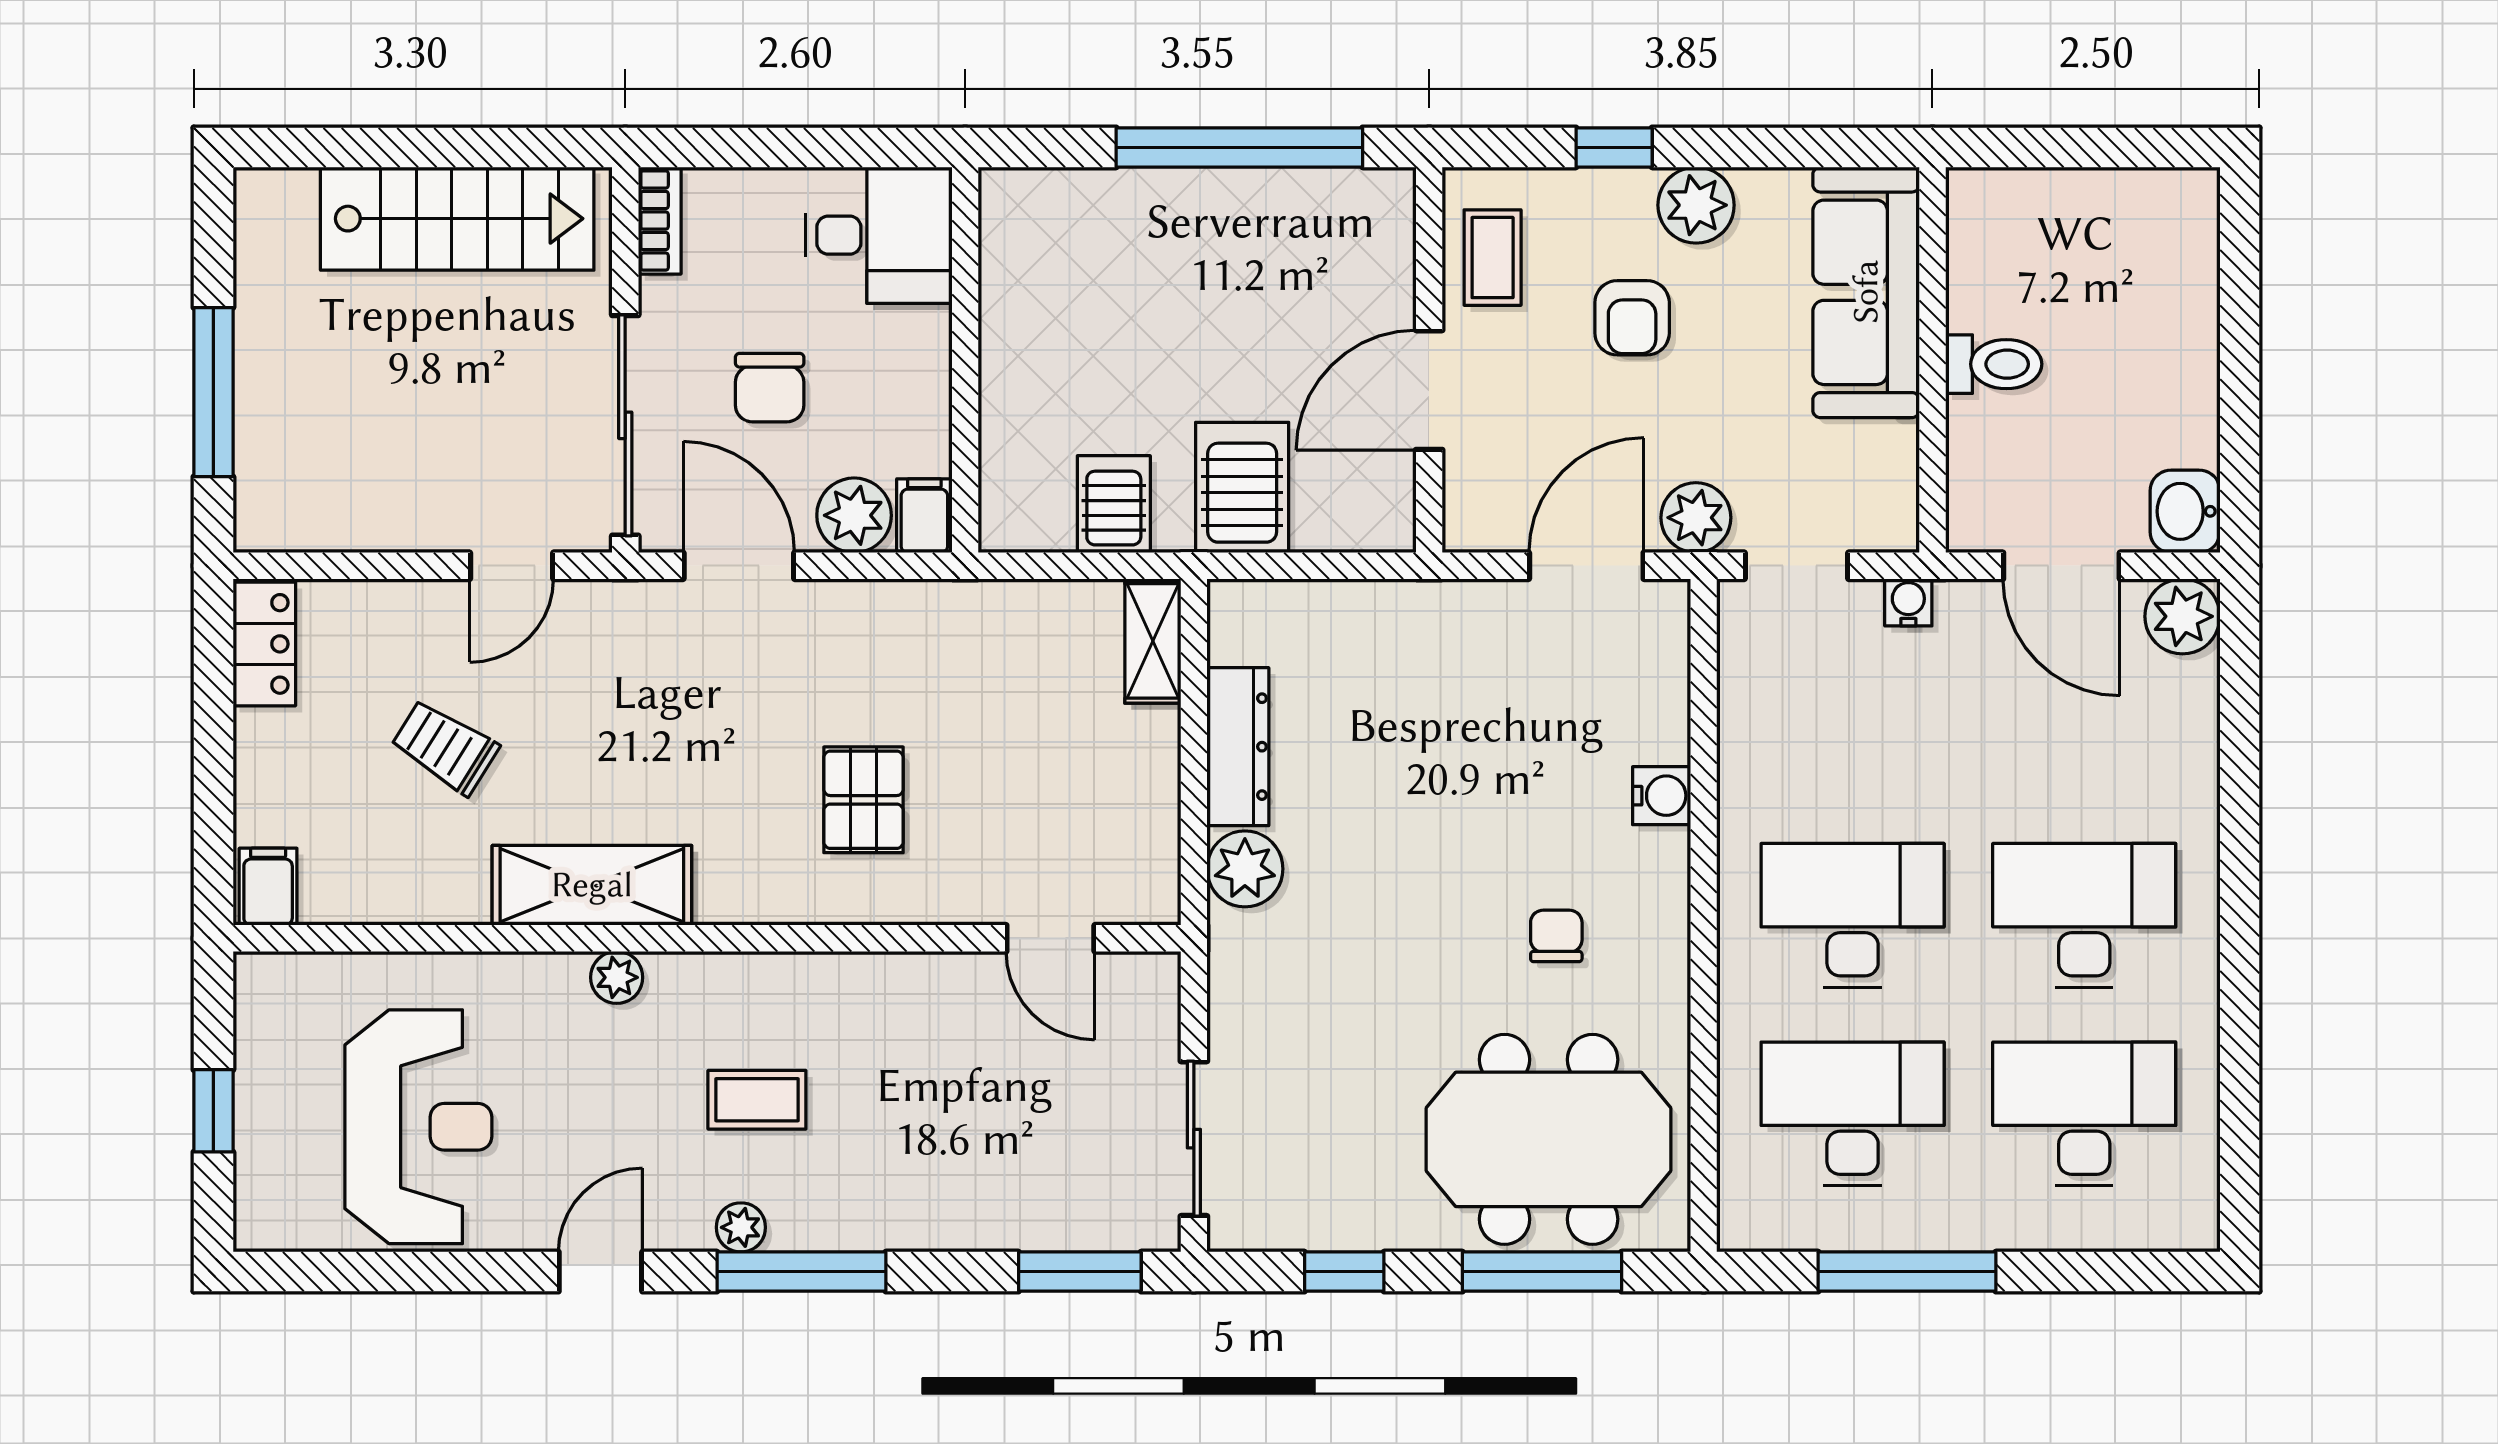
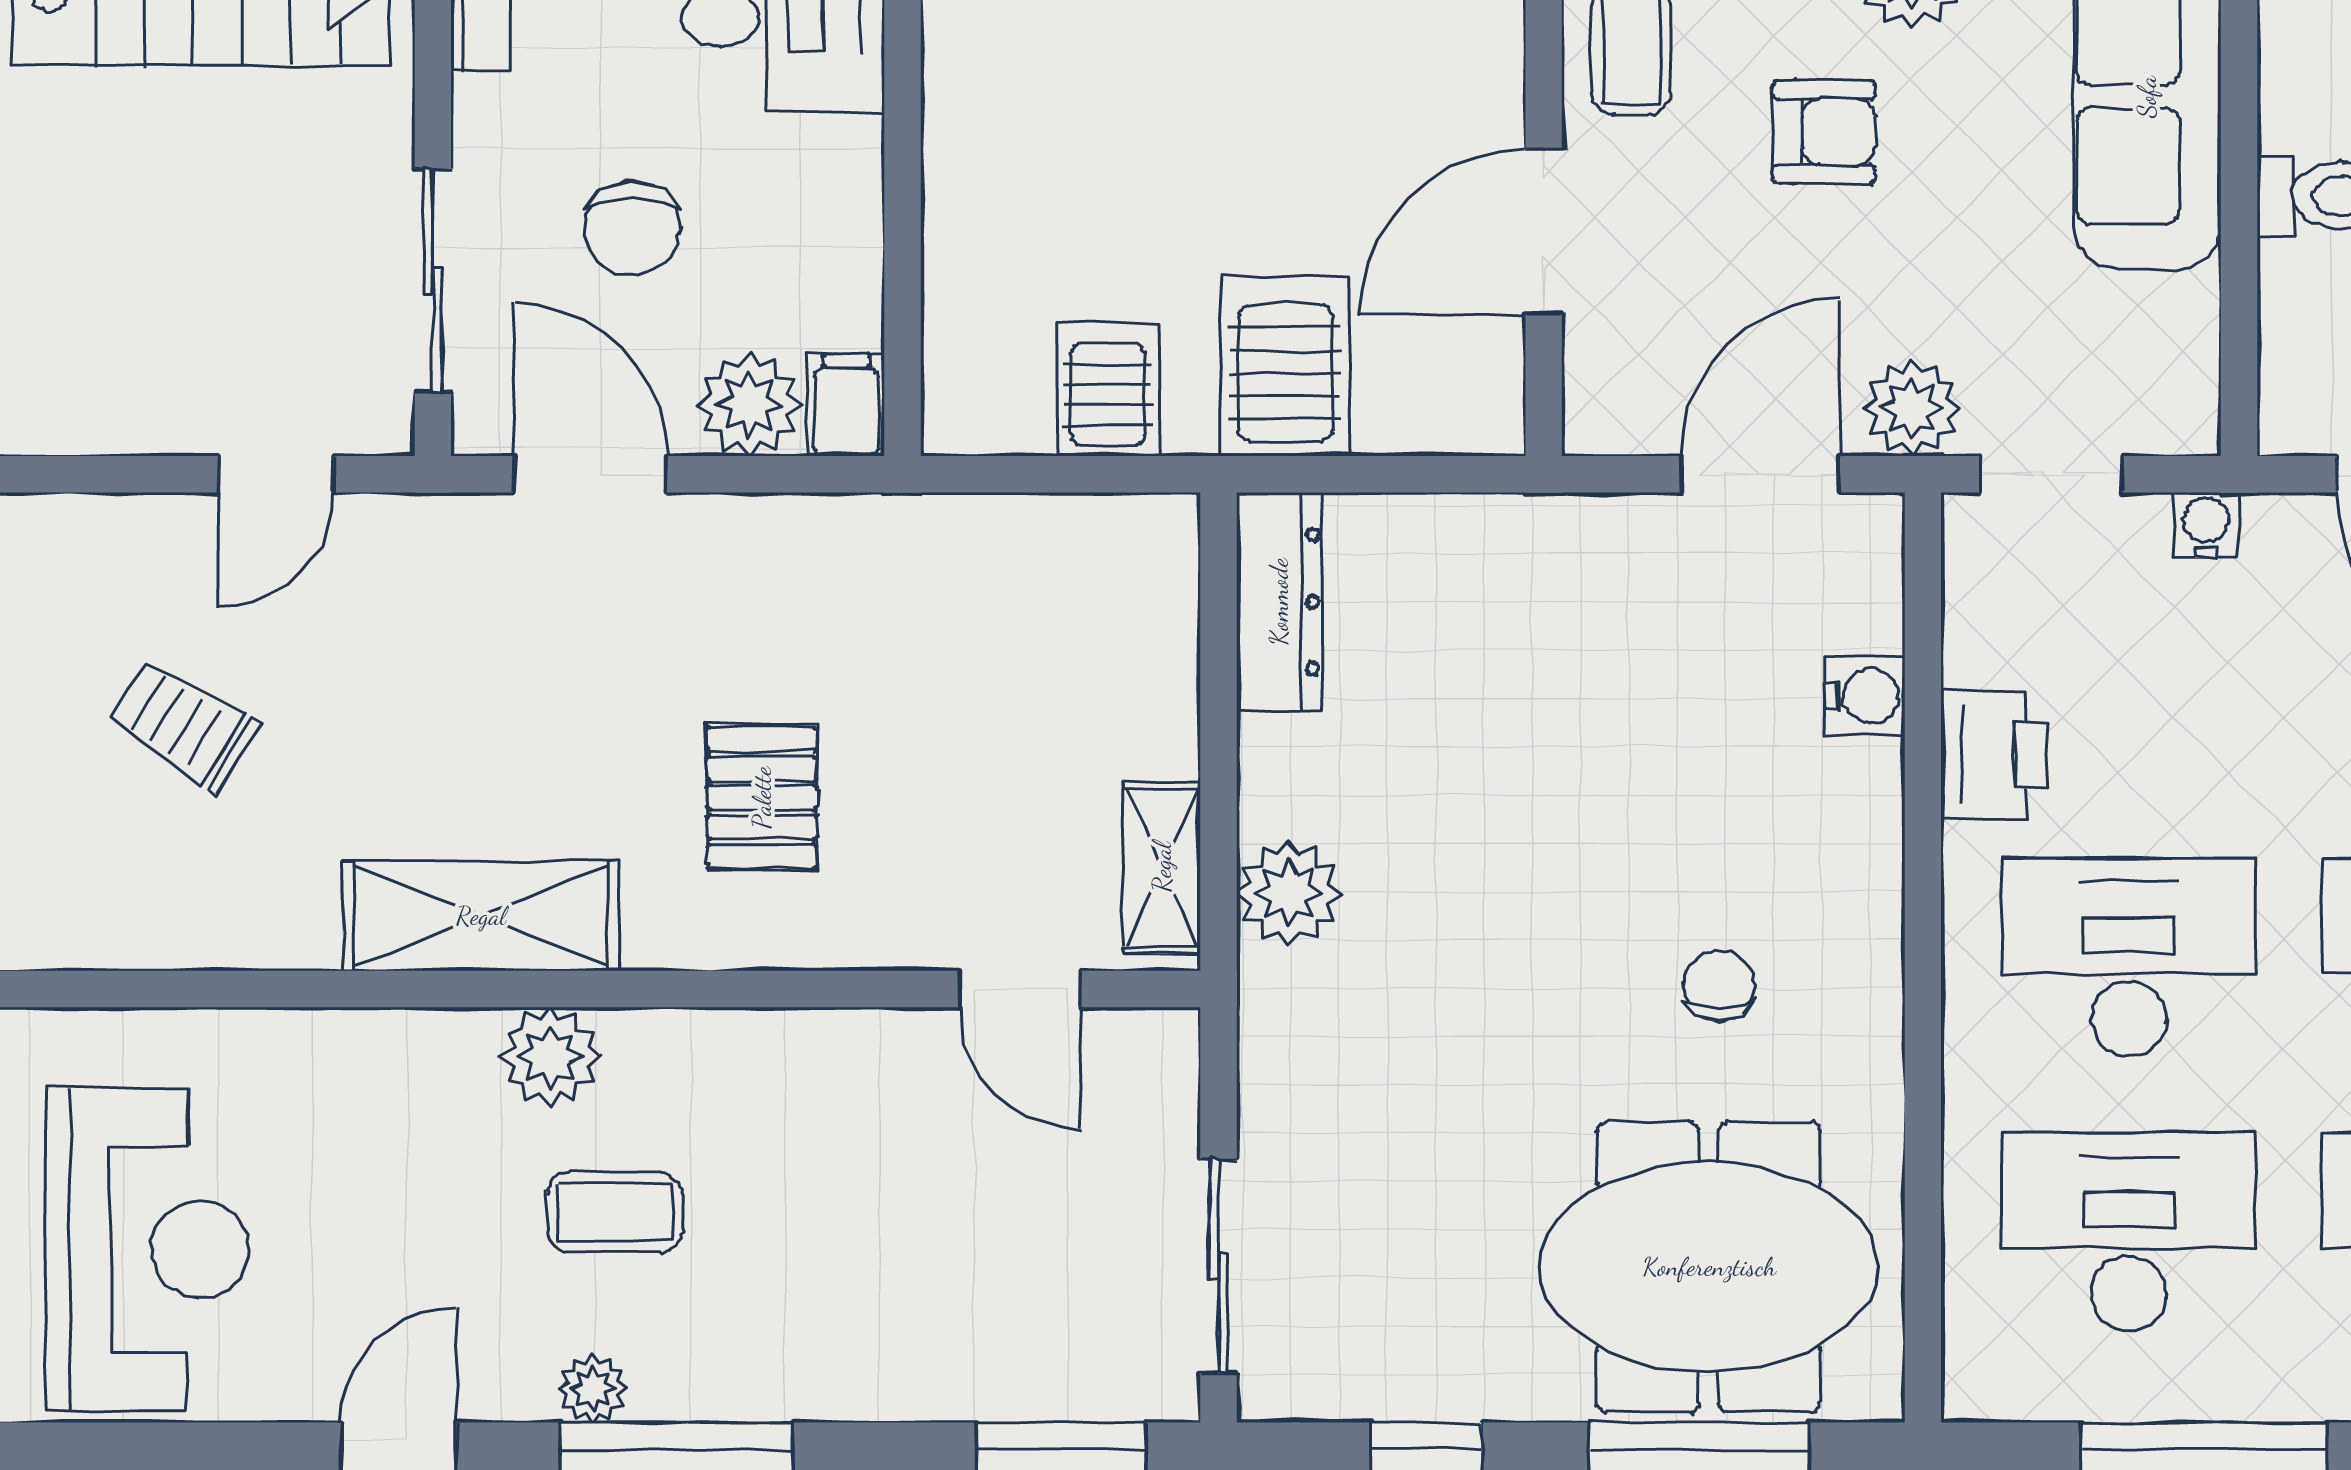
armchair: (1632, 318) -> (1824, 132), turned -90
sliding door: (625, 425) -> (433, 280), width x0.73
shelving: (1153, 641) -> (1162, 867), moved
dresser: (1238, 747) -> (1279, 602), moved
printer: (1755, 769) -> (1994, 755), added
water cooler: (1662, 796) -> (1865, 696), moved
shelving: (592, 885) -> (481, 916), moved
plant: (617, 977) -> (550, 1057), moved, width x1.38, depth x1.38

